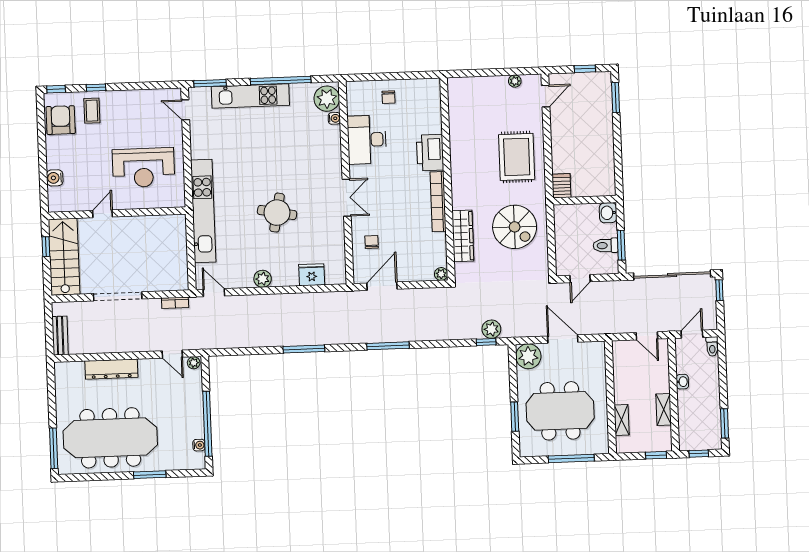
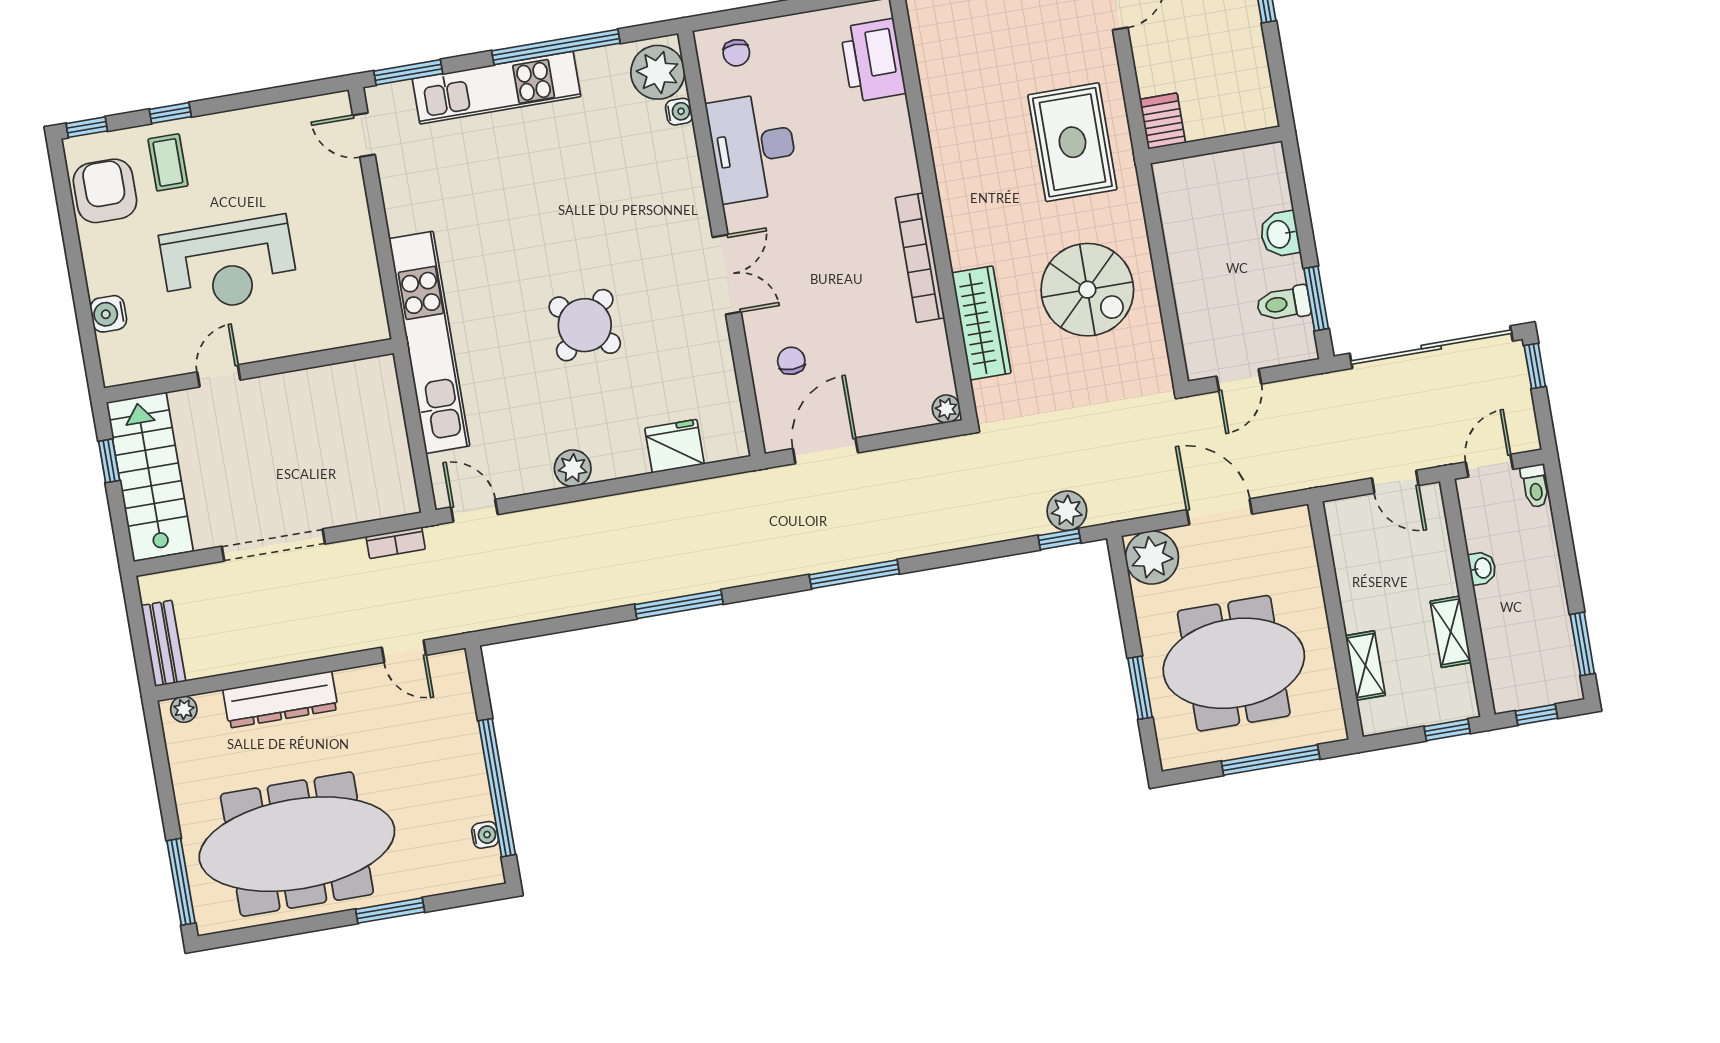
chair: (389, 97) -> (736, 53), moved
printer: (430, 153) -> (873, 60), moved
reception desk: (143, 168) -> (229, 265), moved
server rack: (561, 186) -> (1163, 121), moved
wall: (585, 200) -> (1215, 145), moved
round table: (277, 213) -> (585, 325), turned 34
plant: (194, 363) -> (184, 709), moved

